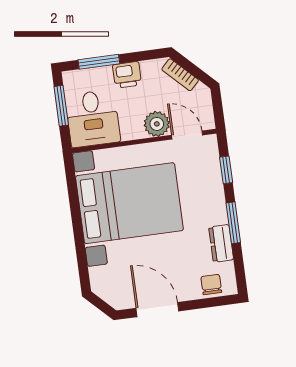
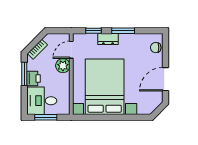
window: (99, 62) -> (24, 74), moved
desk: (93, 118) -> (42, 101), moved, turned 180
dresser: (221, 243) -> (108, 39), moved

